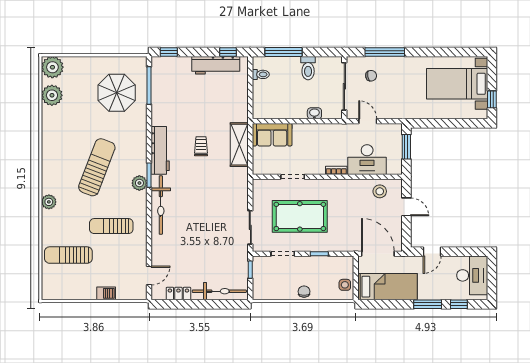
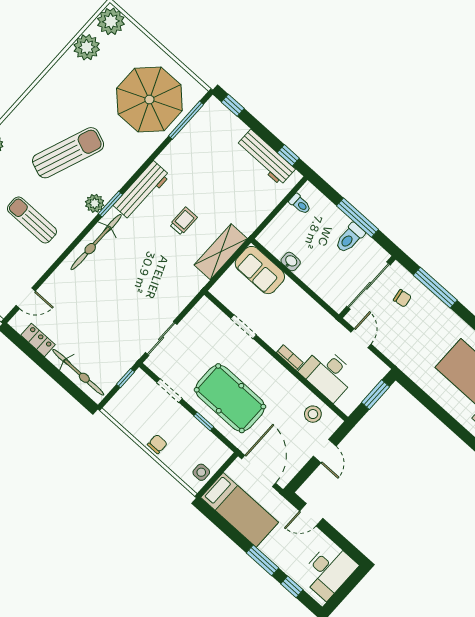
window: (283, 52) -> (358, 218), moved
parasol: (117, 93) -> (149, 100), width x1.36, depth x1.36
washbasin: (314, 113) -> (291, 262), moved
pool table: (300, 216) -> (230, 398), moved

